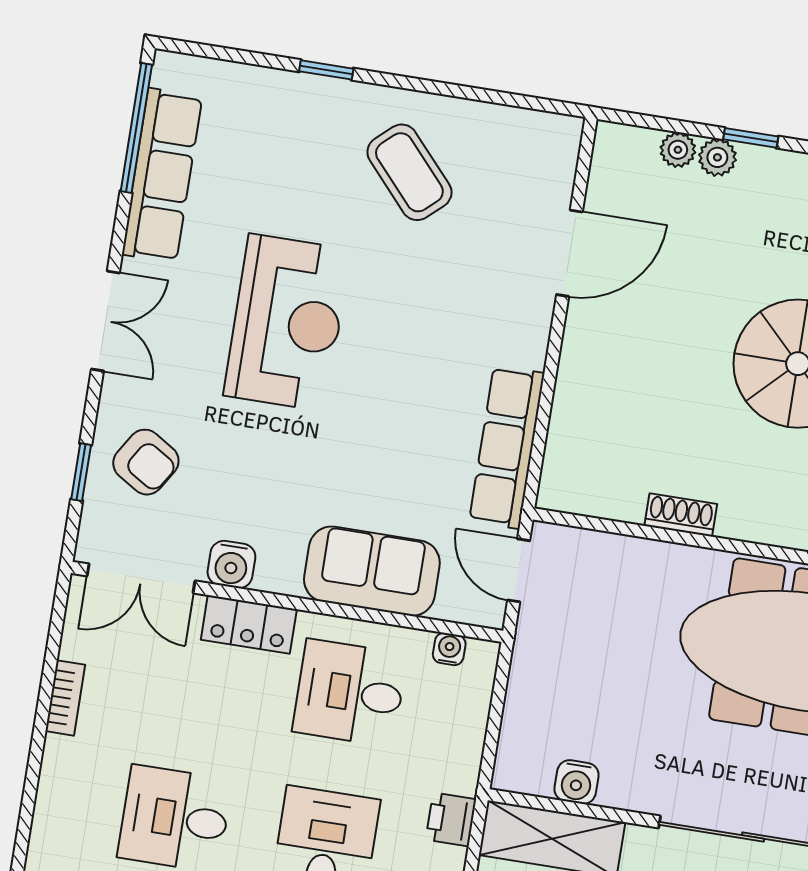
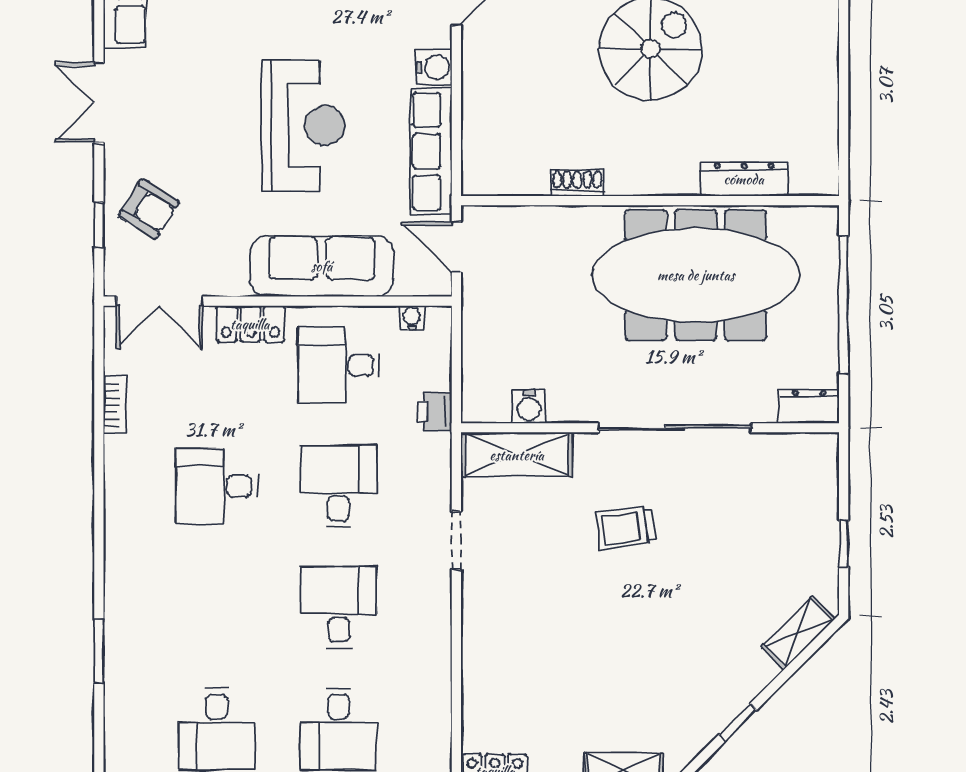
double door: (105, 321) -> (99, 103), swing flipped
reception desk: (287, 322) -> (303, 126), moved
water cooler: (231, 565) -> (434, 67), moved, turned -90
sofa: (372, 571) -> (322, 266), width x1.36
printer: (451, 820) -> (434, 411), moved

